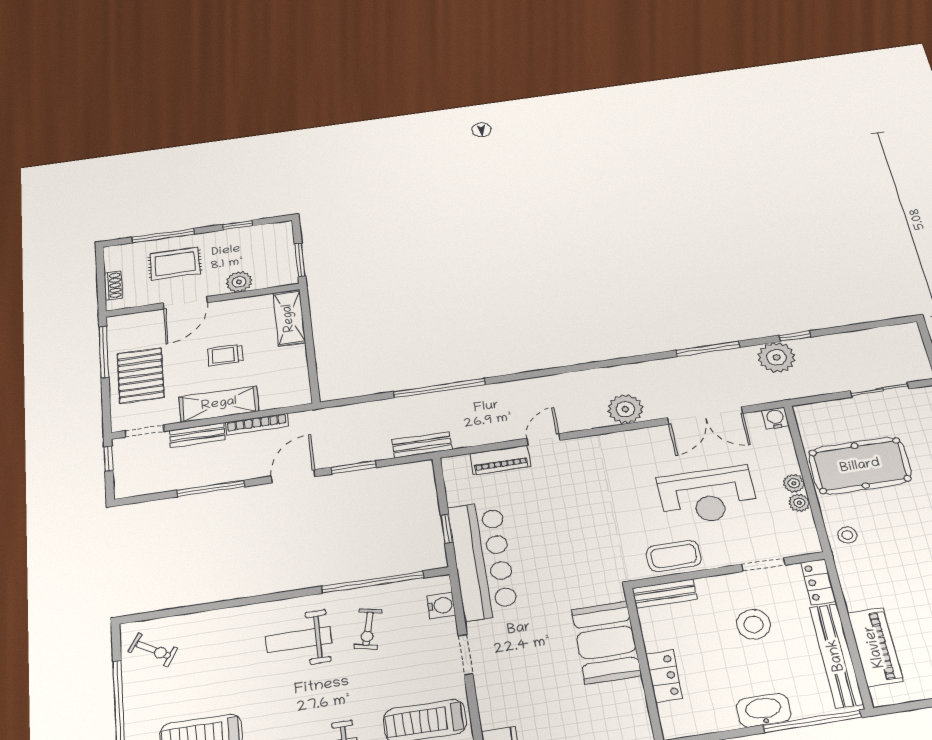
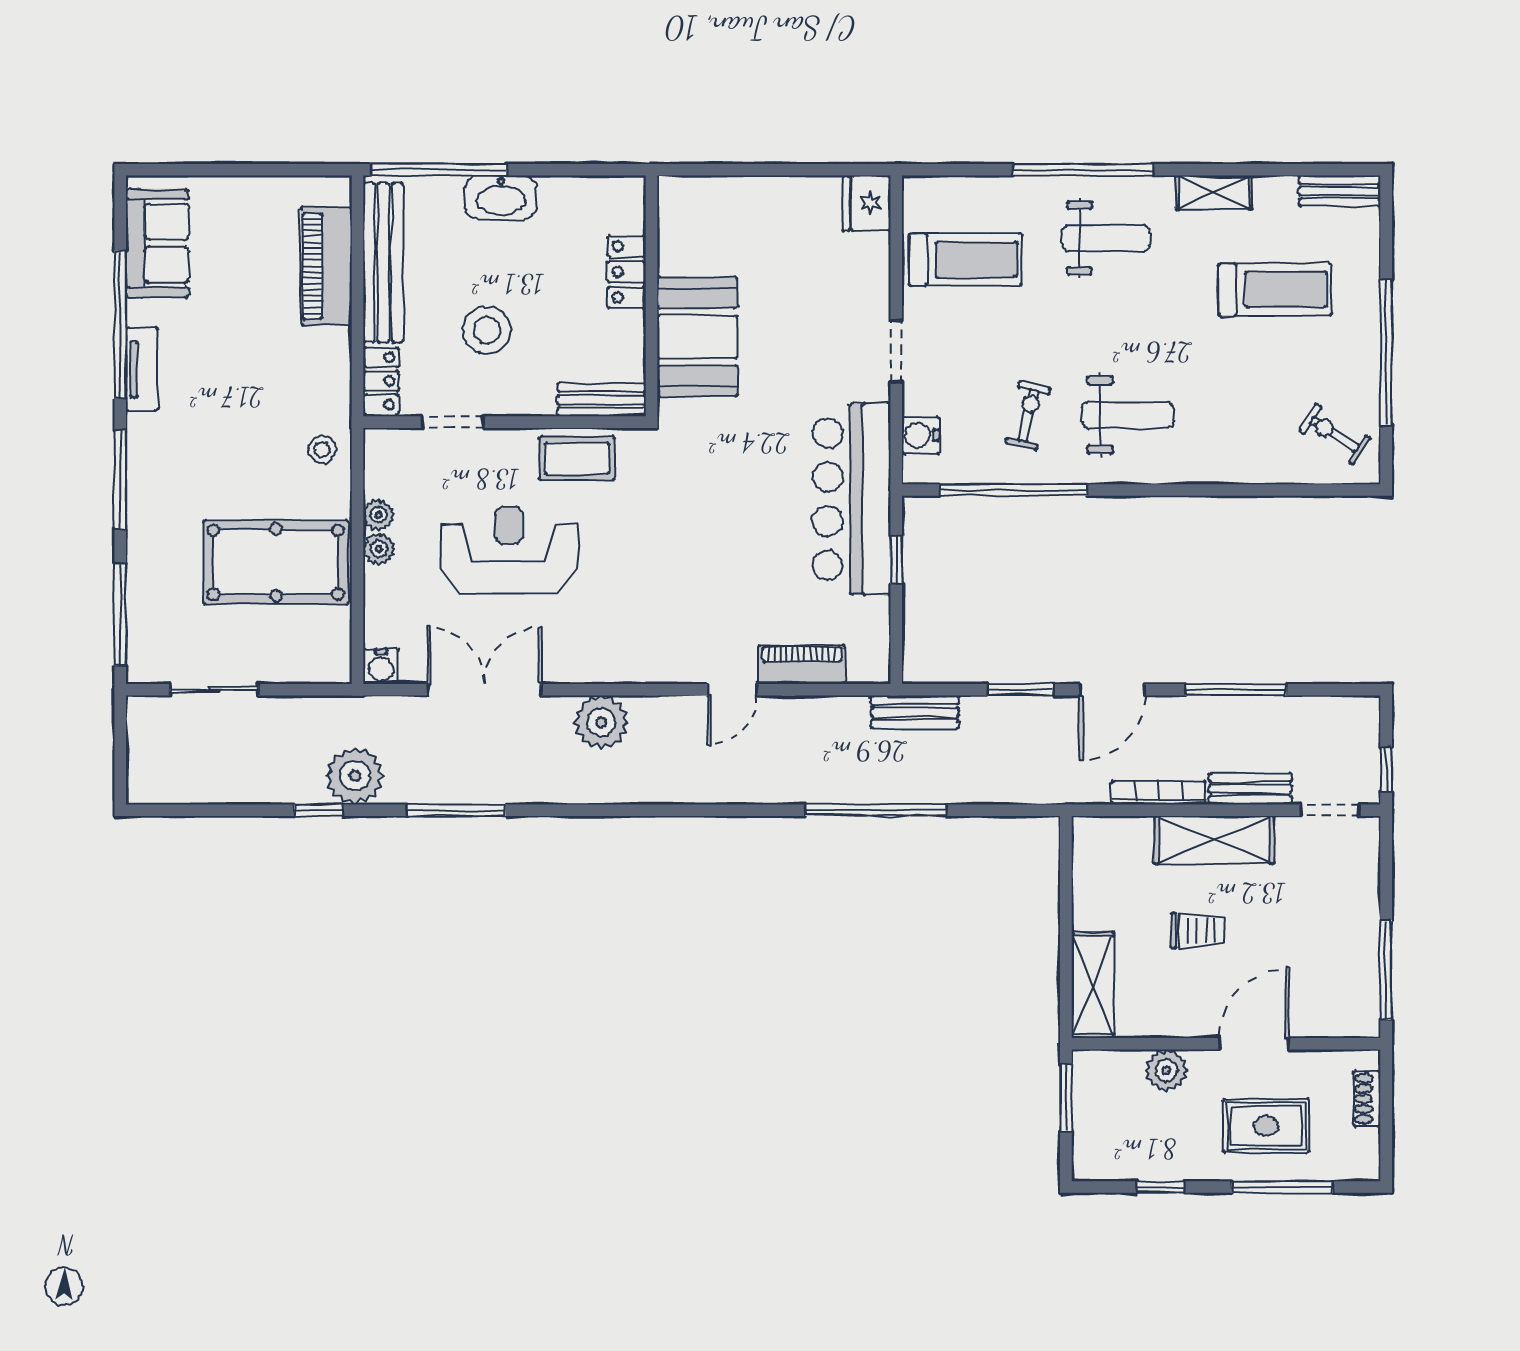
pallet: (141, 375) -> (1331, 915), removed

